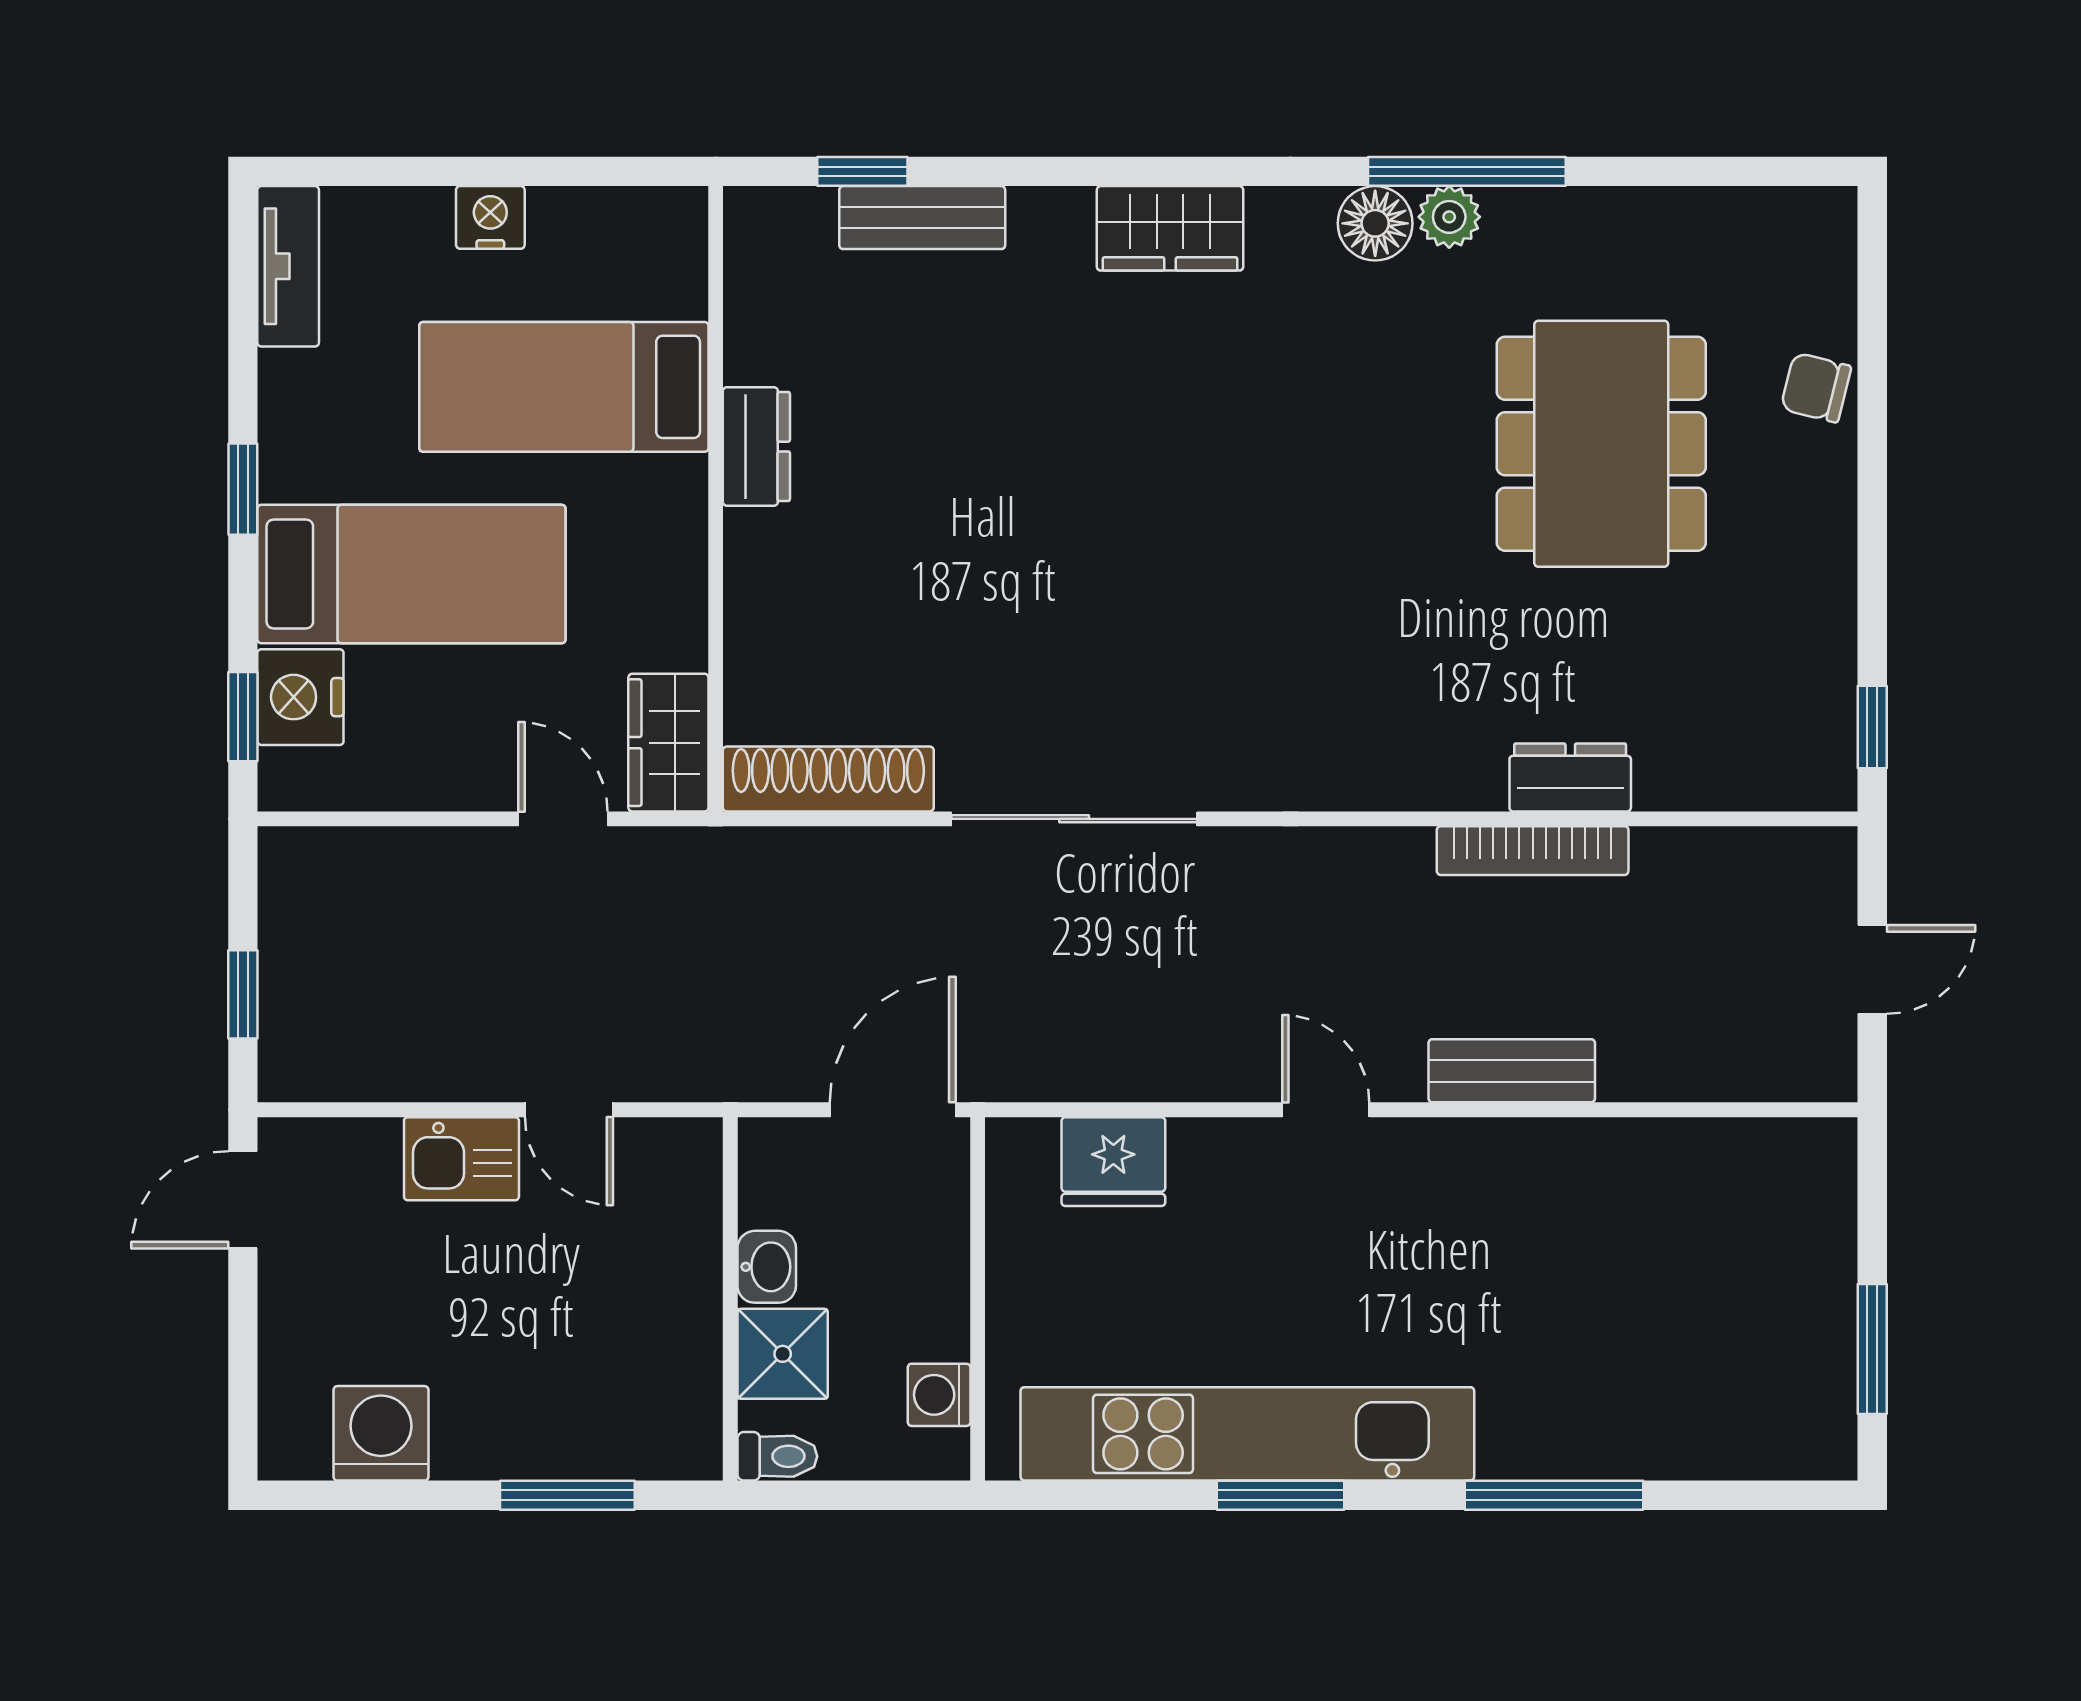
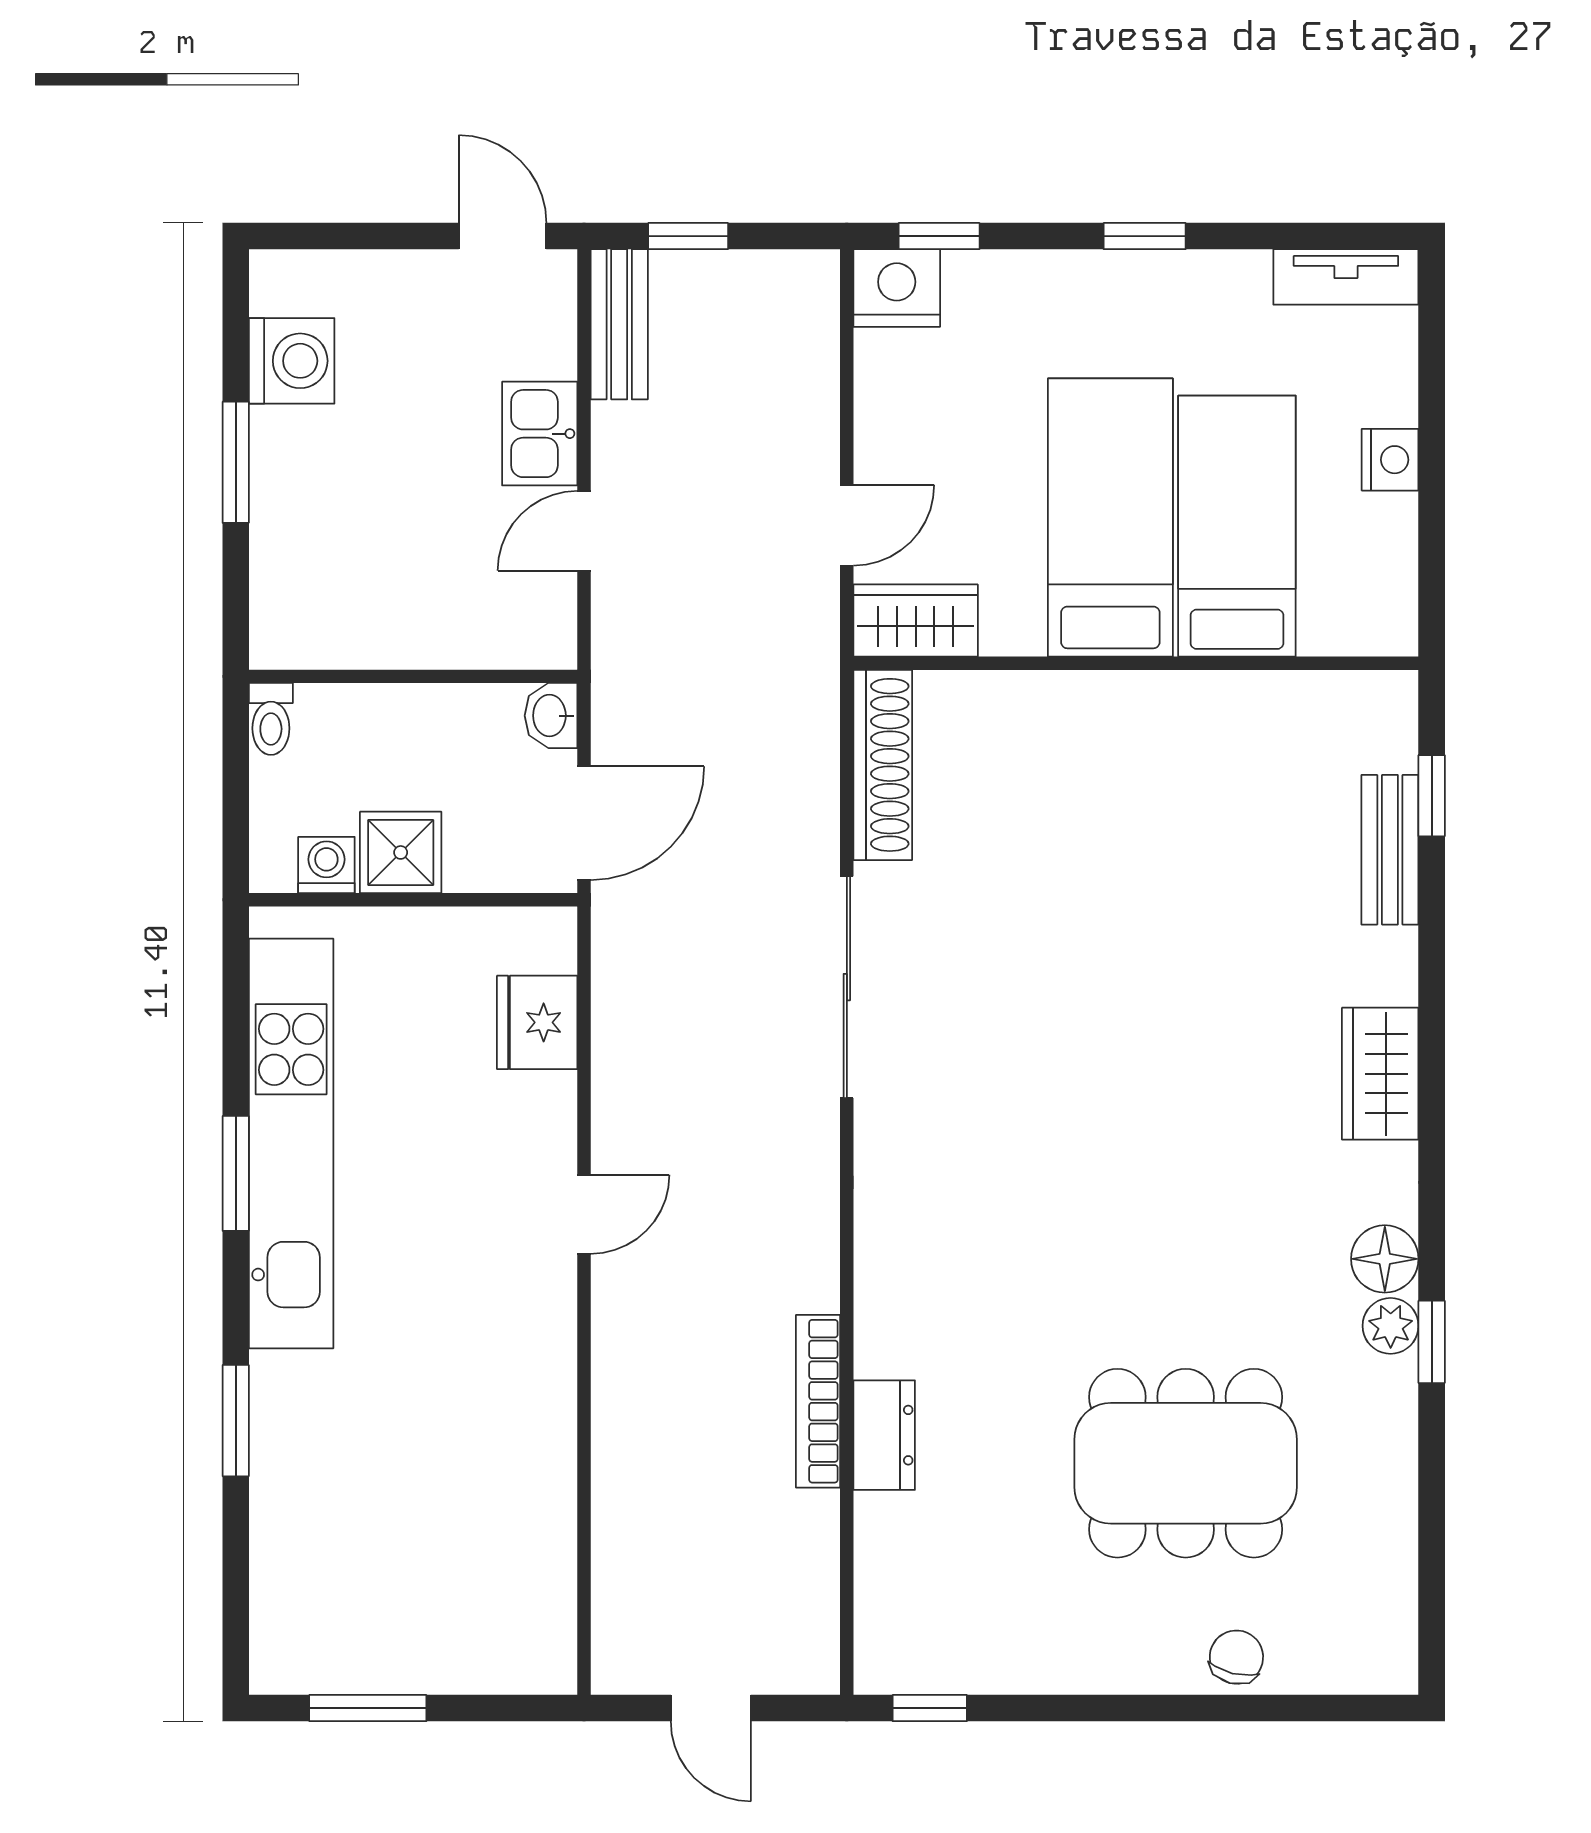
window: (1467, 171) -> (1432, 1342), width x0.46
dresser: (756, 447) -> (1183, 700), removed
bed: (411, 574) -> (1110, 518), moved, turned 180
nightstand: (300, 697) -> (897, 288), moved
bench: (1512, 1071) -> (619, 324), moved
door: (893, 1110) -> (584, 823), hinge flipped
washbasin: (767, 1267) -> (551, 716), moved, turned 90
shower: (783, 1354) -> (401, 852), moved
window: (567, 1495) -> (236, 462), moved
window: (1554, 1495) -> (236, 1421), width x0.69

